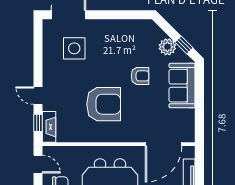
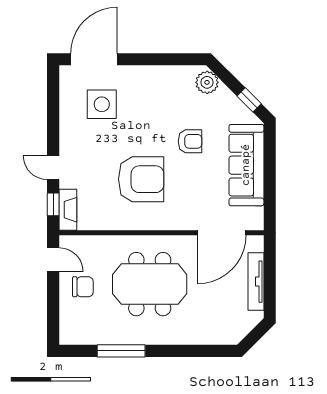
plant: (167, 47) -> (207, 82), moved
sofa: (182, 86) -> (246, 165), width x1.36

